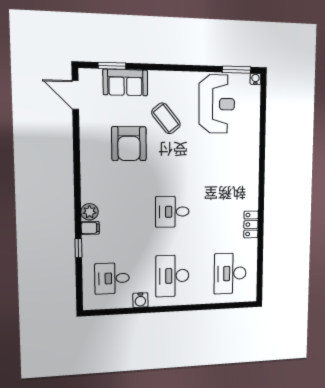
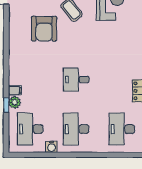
plant: (90, 212) -> (15, 102), moved
desk: (112, 278) -> (30, 129), width x1.37

